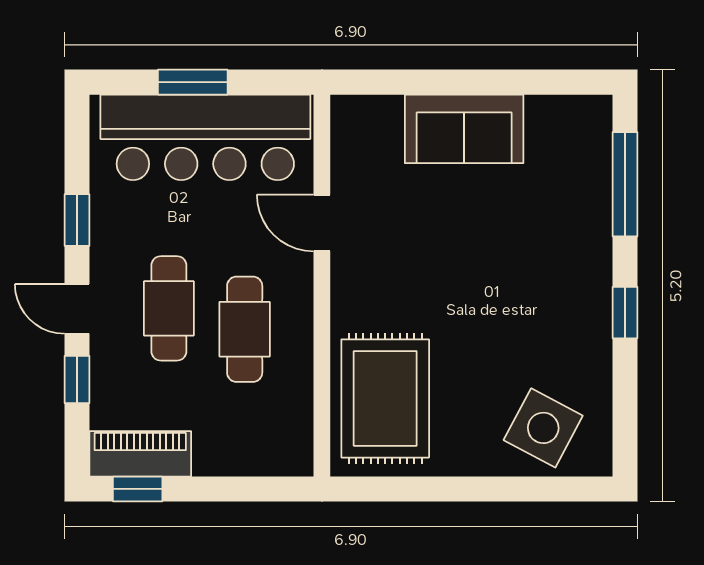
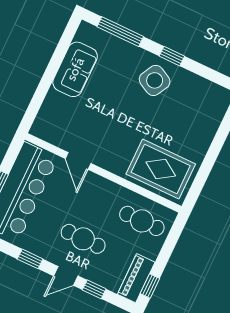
sofa: (464, 129) -> (75, 69), moved
door: (322, 223) -> (78, 161), hinge flipped
cafe table: (245, 329) -> (142, 221), moved
side table: (543, 428) -> (155, 80), moved

